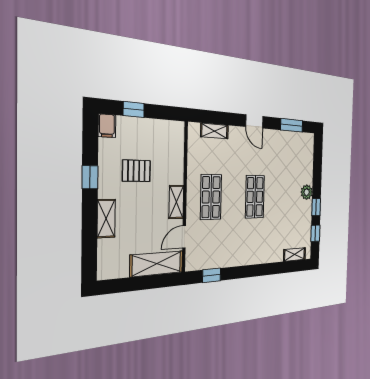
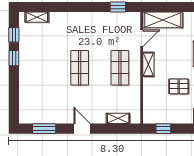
window: (134, 109) -> (163, 129), moved
plant: (307, 192) -> (25, 72), removed

